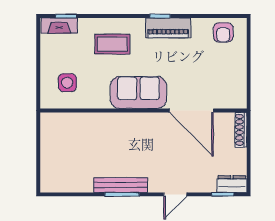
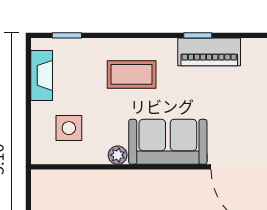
fireplace: (59, 26) -> (42, 75), moved, turned -90
plant: (102, 102) -> (118, 155), added

